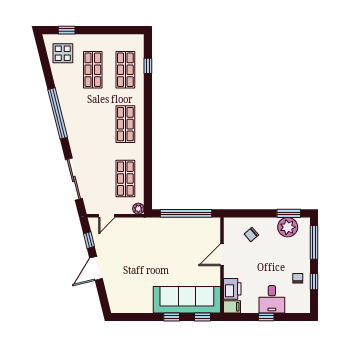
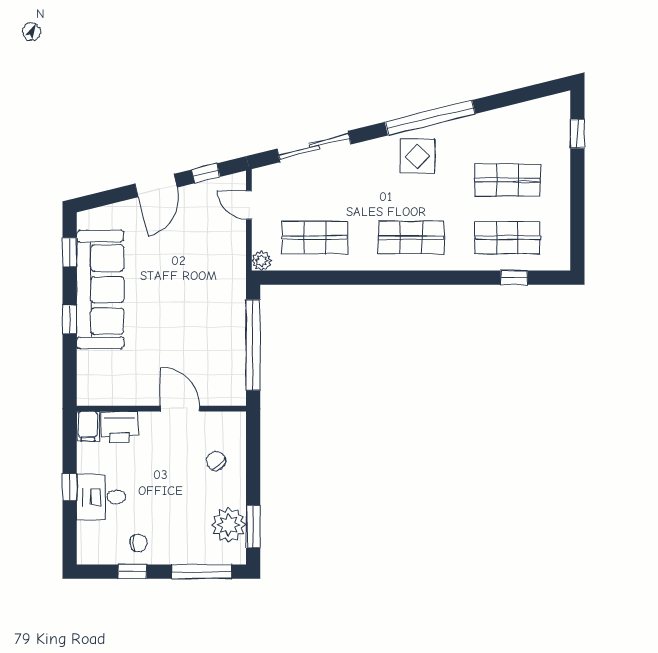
display table: (63, 53) -> (417, 156), moved
door: (96, 268) -> (156, 186), swing flipped
sofa: (187, 300) -> (100, 290), moved
window: (203, 317) -> (70, 252), moved

